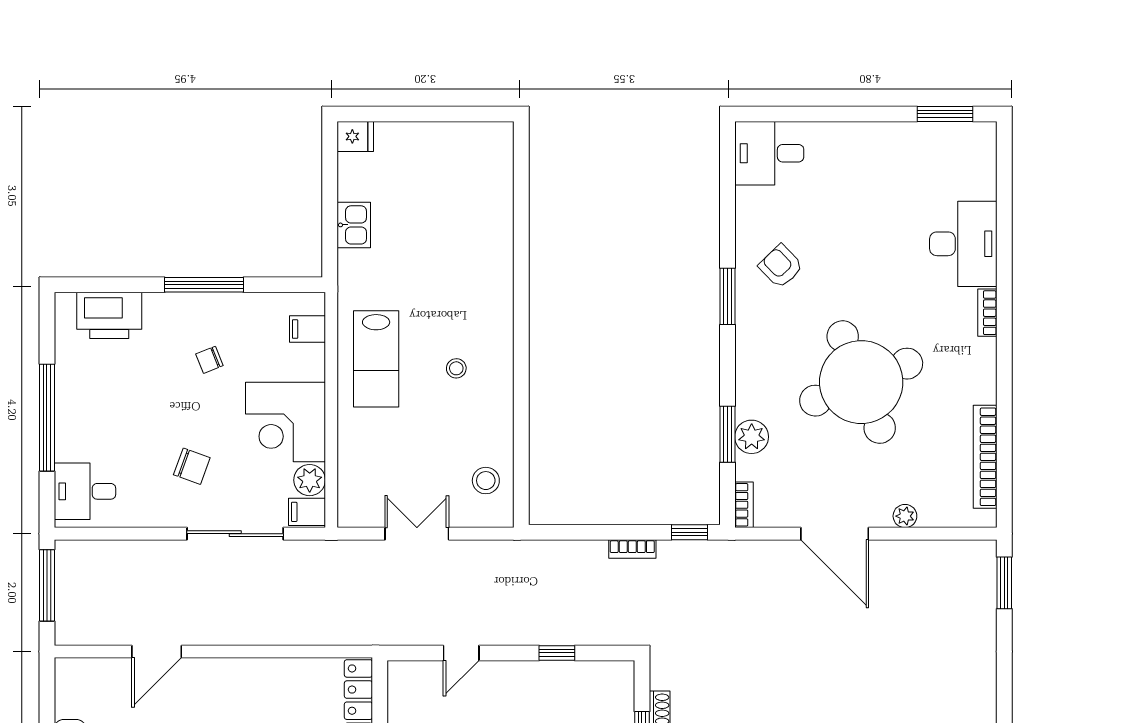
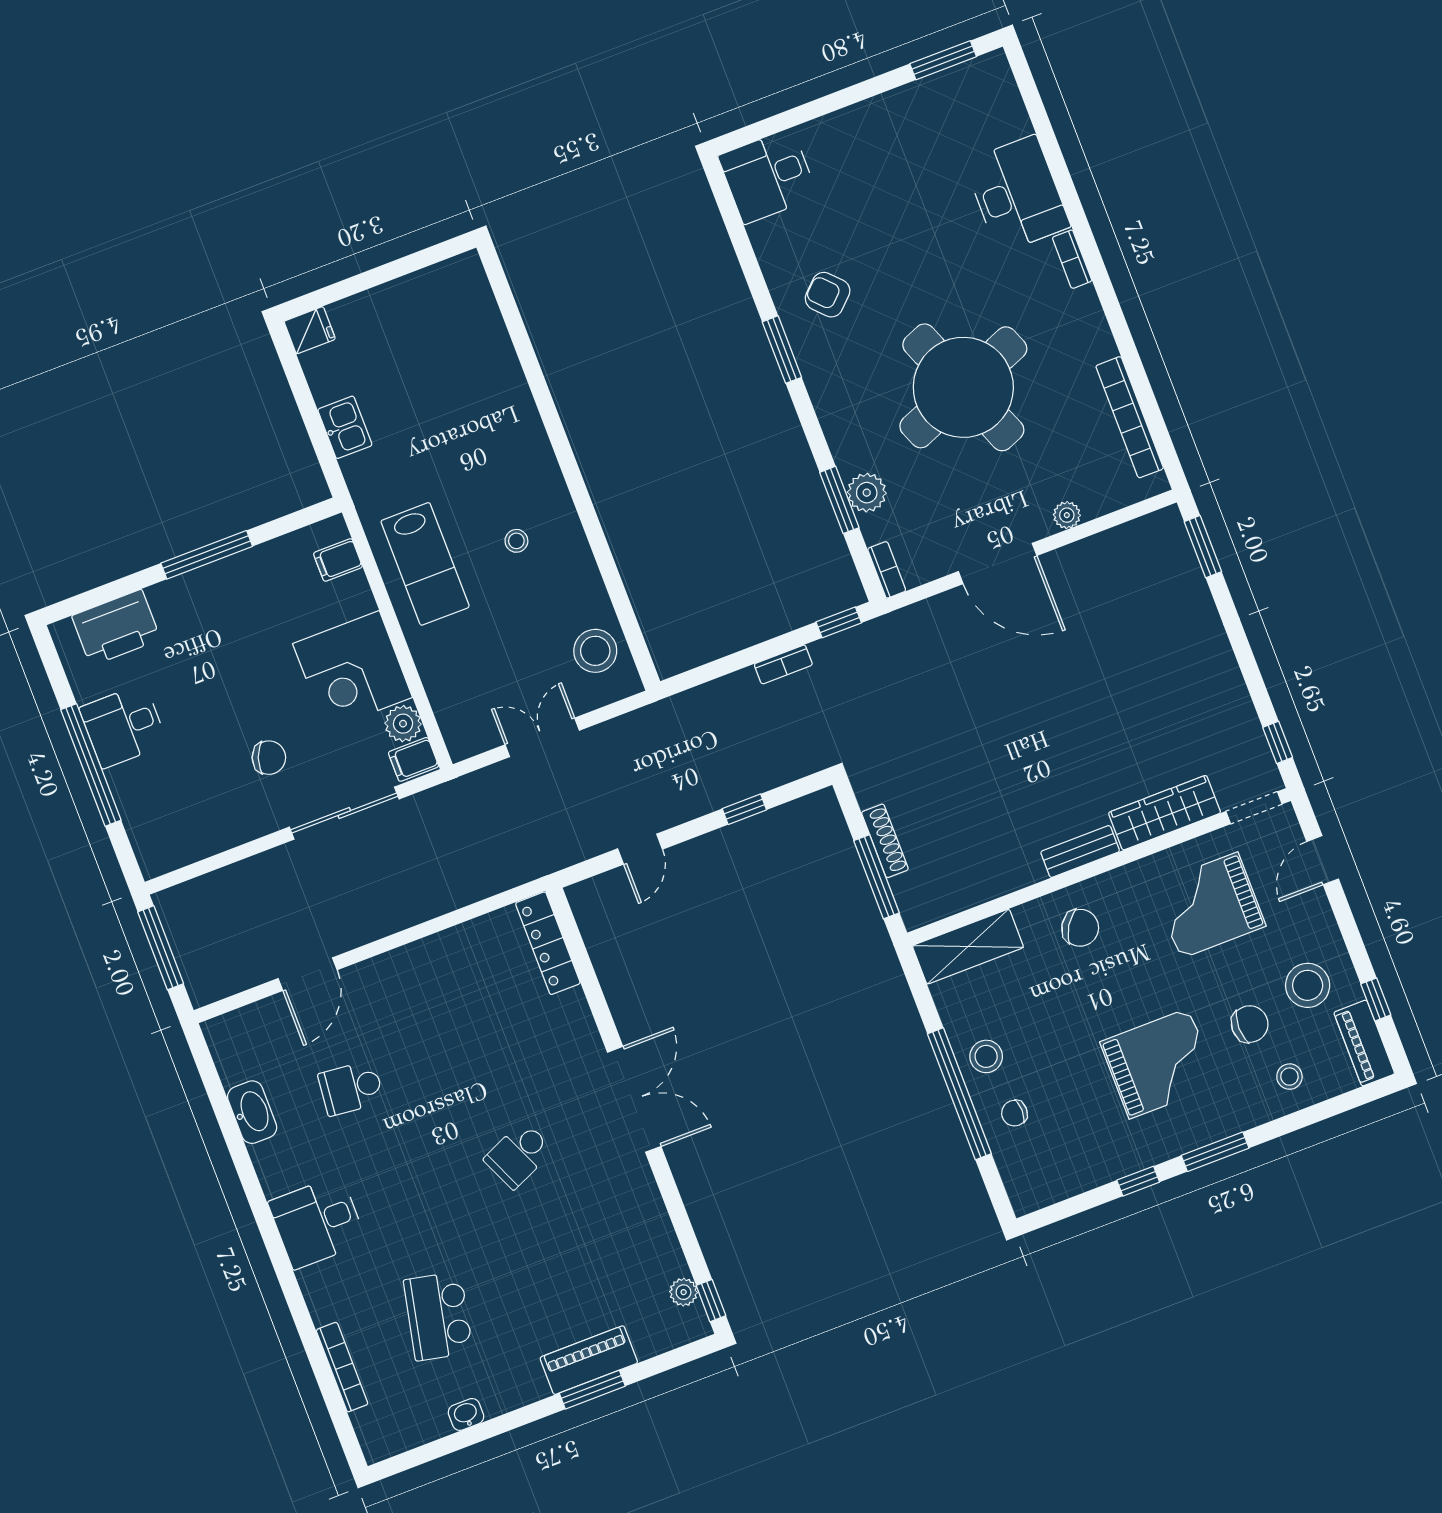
chair: (209, 360) -> (244, 634), removed
stool: (486, 481) -> (595, 651), width x1.38, depth x1.38
desk: (85, 491) -> (123, 726), moved

